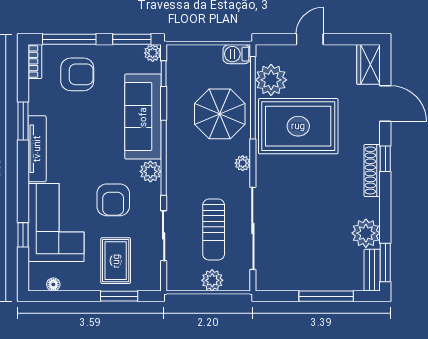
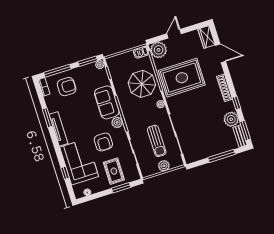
plant: (271, 80) -> (159, 50), moved
sofa: (143, 117) -> (107, 102), width x0.73
window: (385, 159) -> (236, 103), moved

